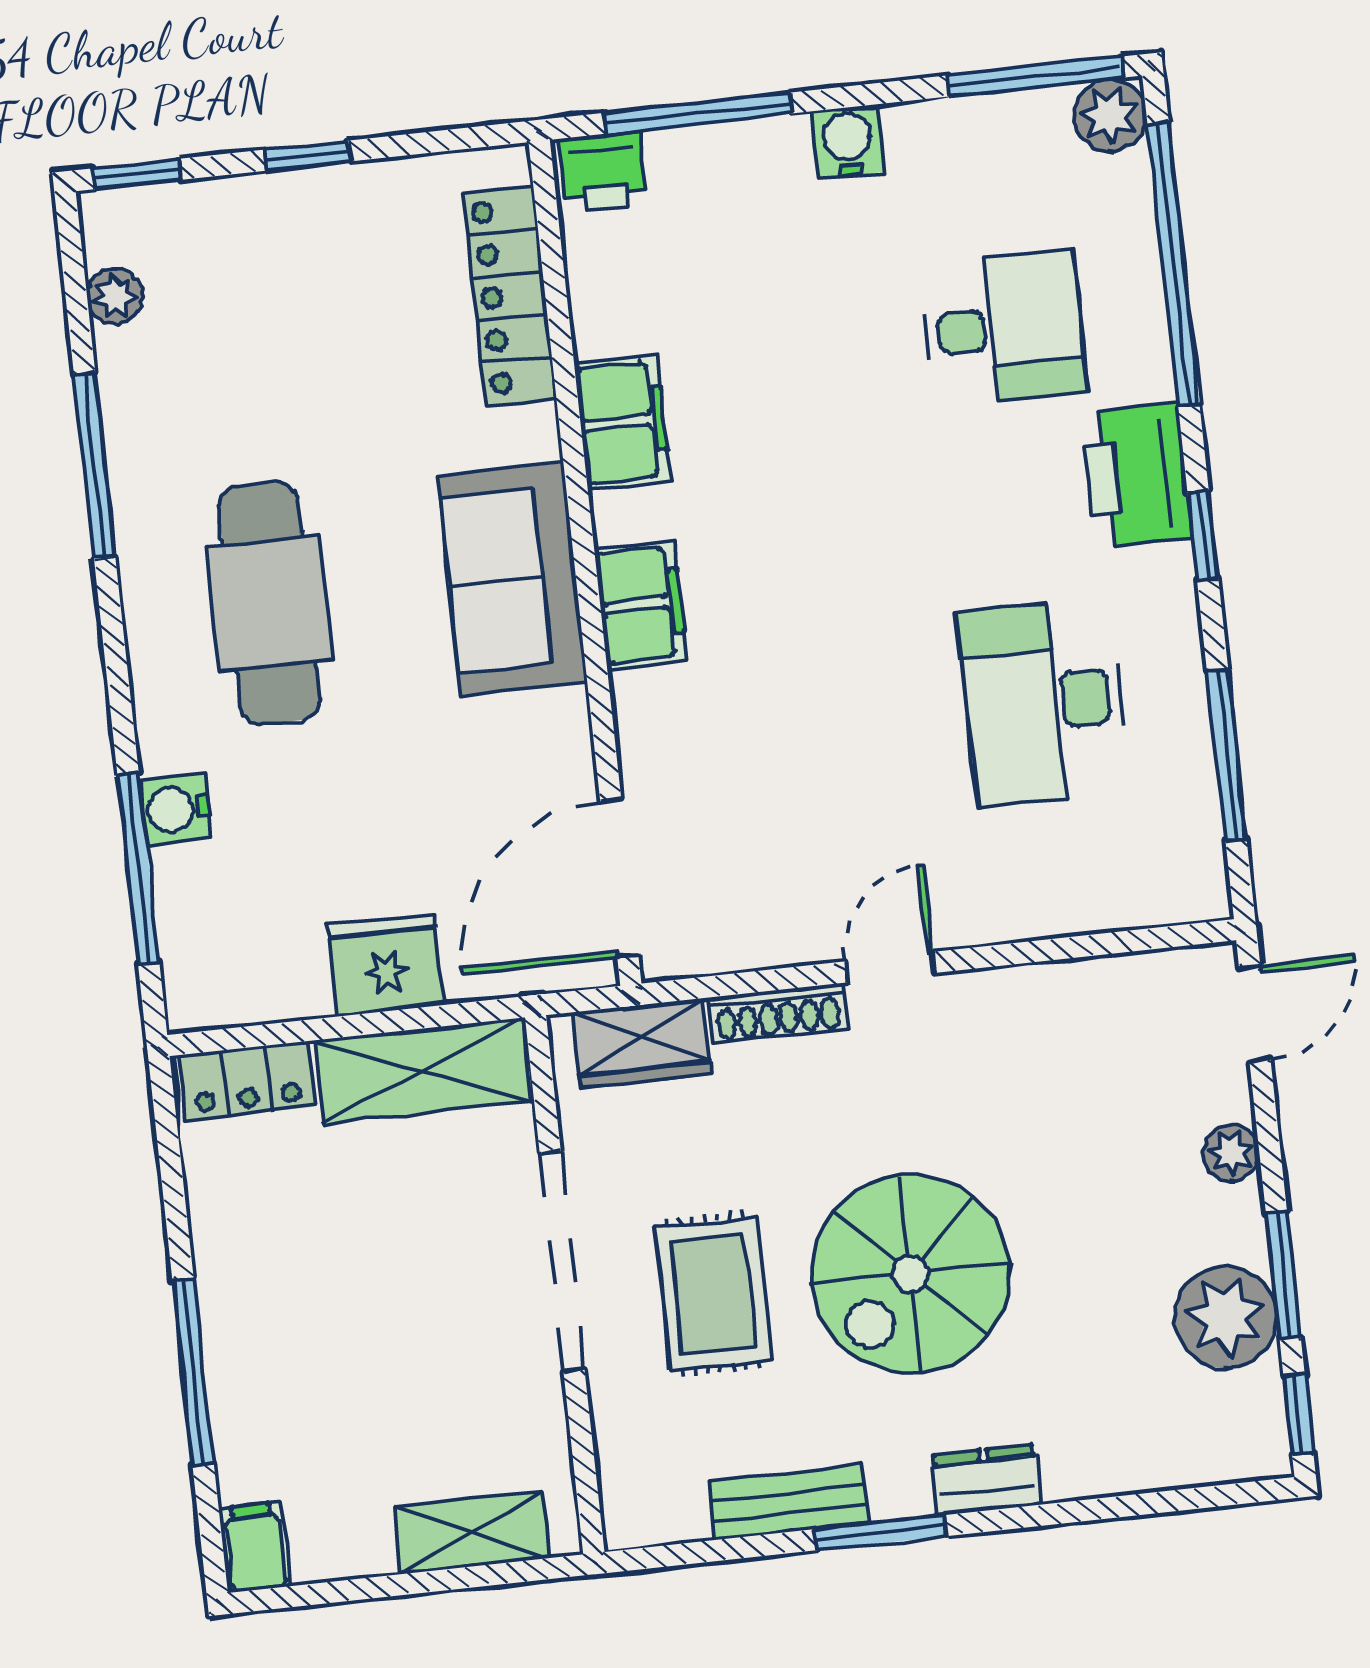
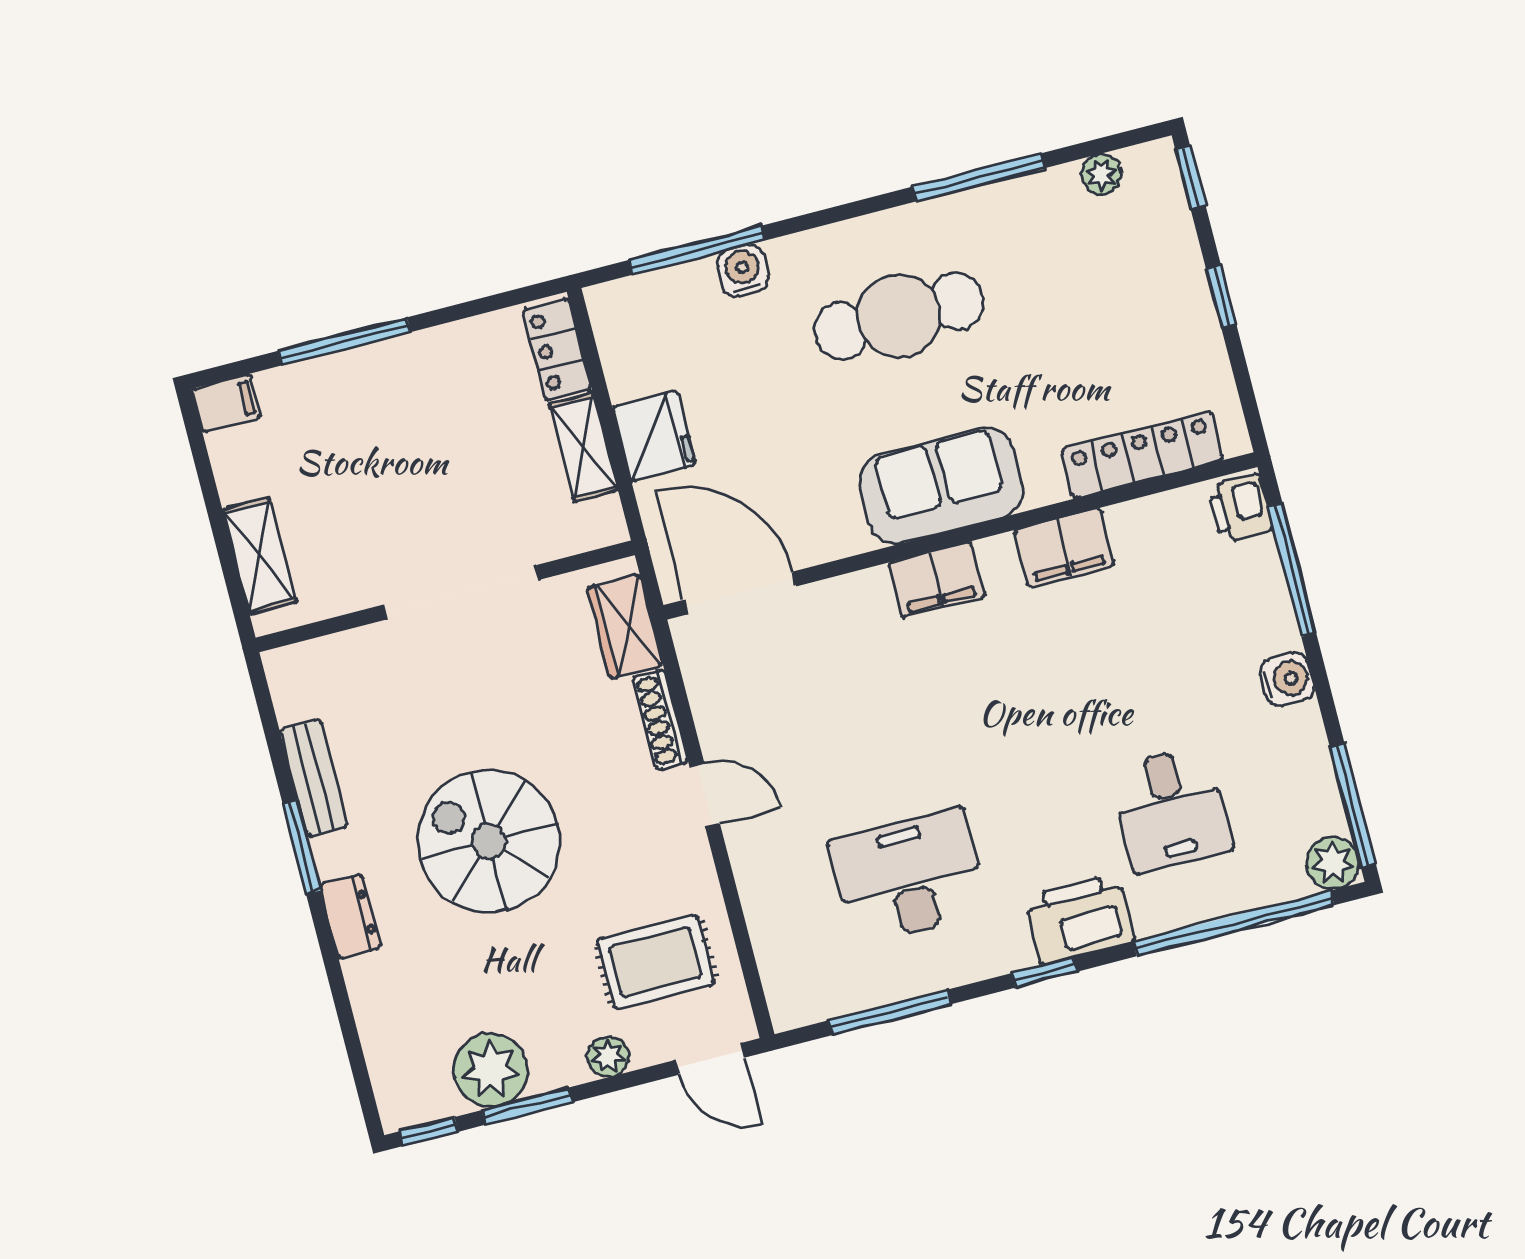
shelving: (423, 1071) -> (584, 447), width x0.67, depth x0.75
rug: (713, 1294) -> (656, 962), moved

